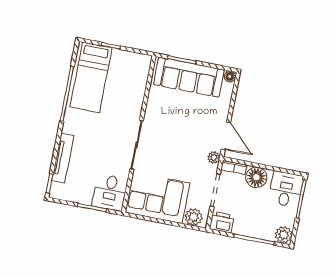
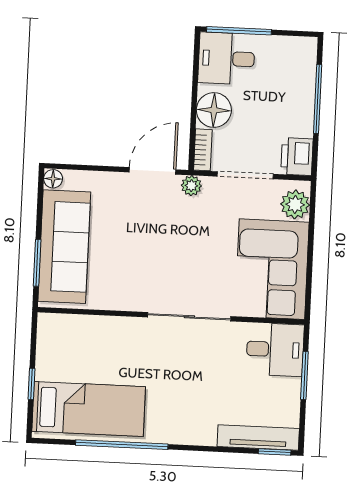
tv unit: (63, 158) -> (258, 437), moved
plant: (284, 235) -> (303, 51), removed

